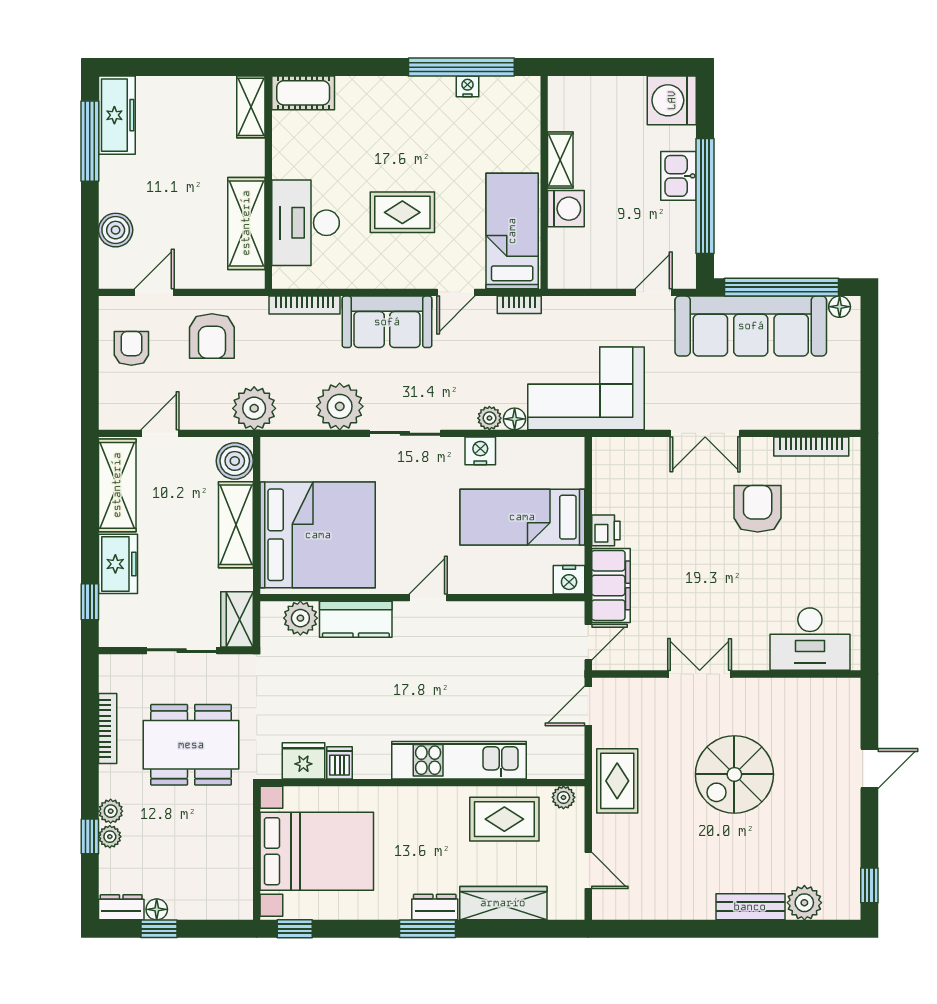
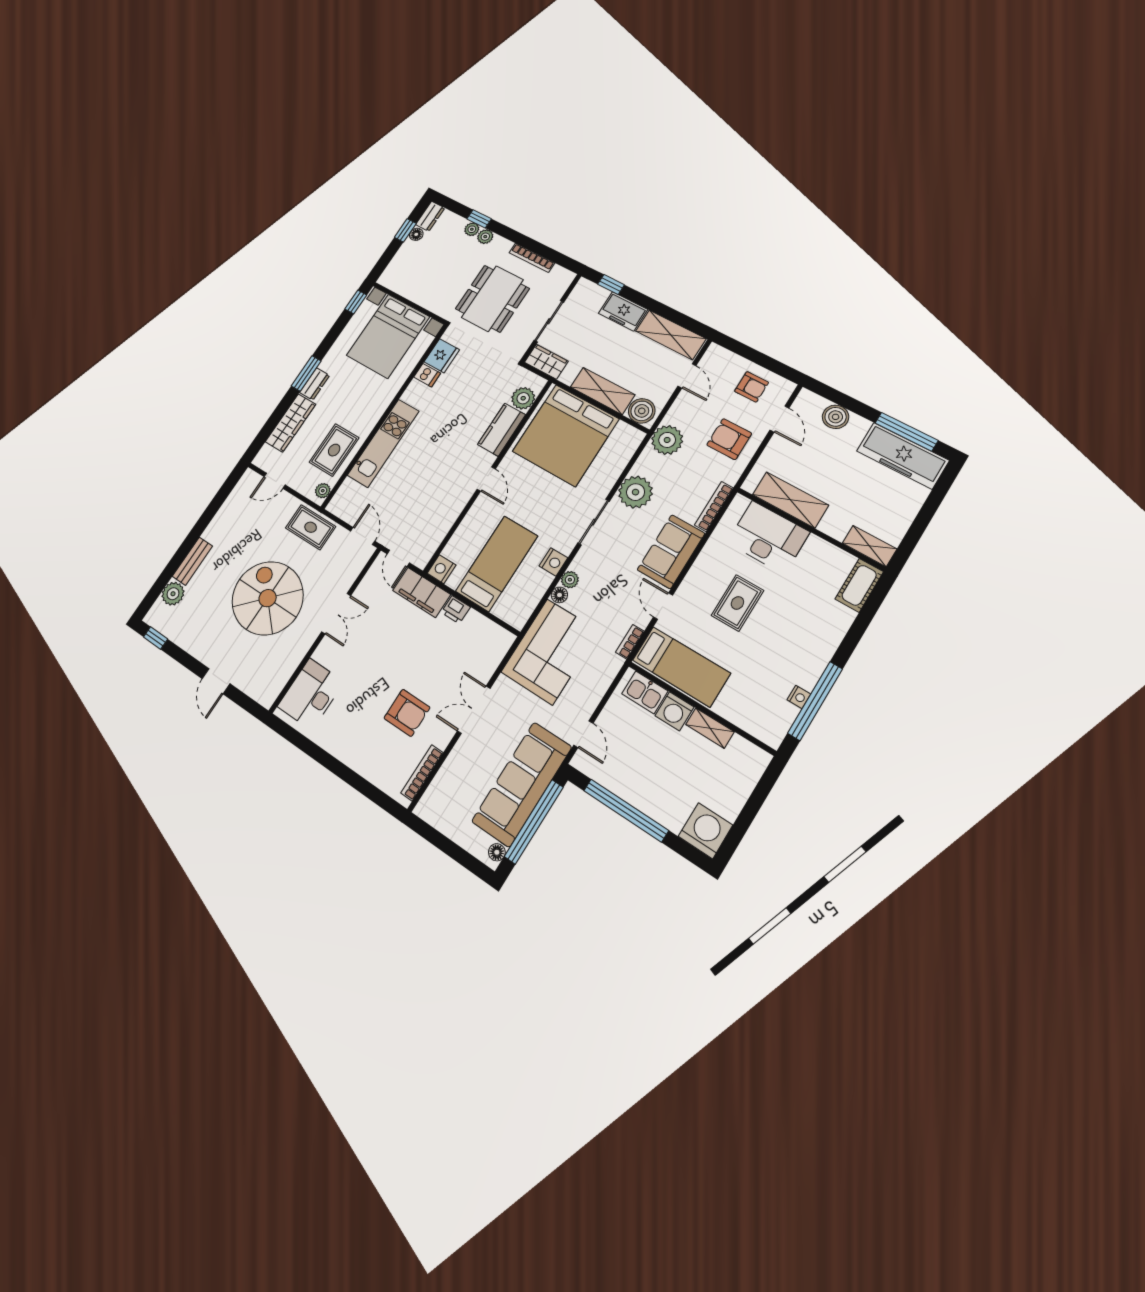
freezer: (117, 115) -> (903, 456), width x1.36, depth x1.26
kitchen sink: (679, 176) -> (645, 692), moved, turned 180
spiral stairs: (734, 774) -> (268, 598), width x1.37, depth x1.37

